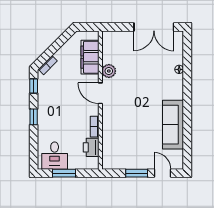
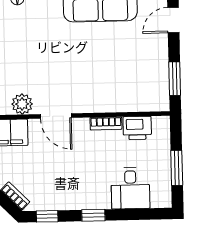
door: (100, 93) -> (56, 116), hinge flipped
desk: (55, 156) -> (130, 188), moved, turned 90
window: (137, 173) -> (175, 79), moved

